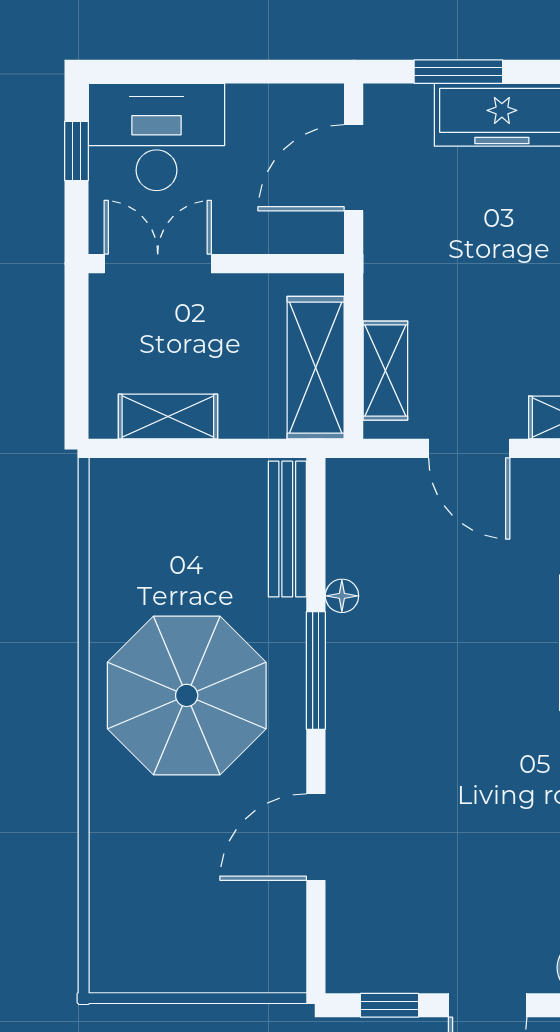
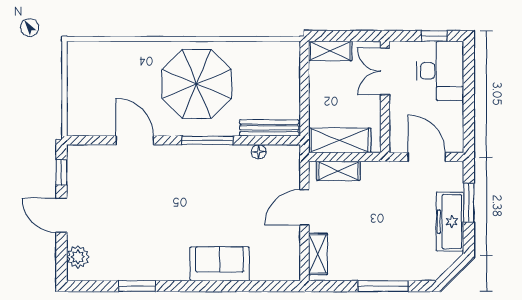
double door: (158, 264) -> (385, 71), swing flipped
shelving: (168, 417) -> (330, 51), moved, turned 90
floor lamp: (342, 596) -> (259, 152), moved

